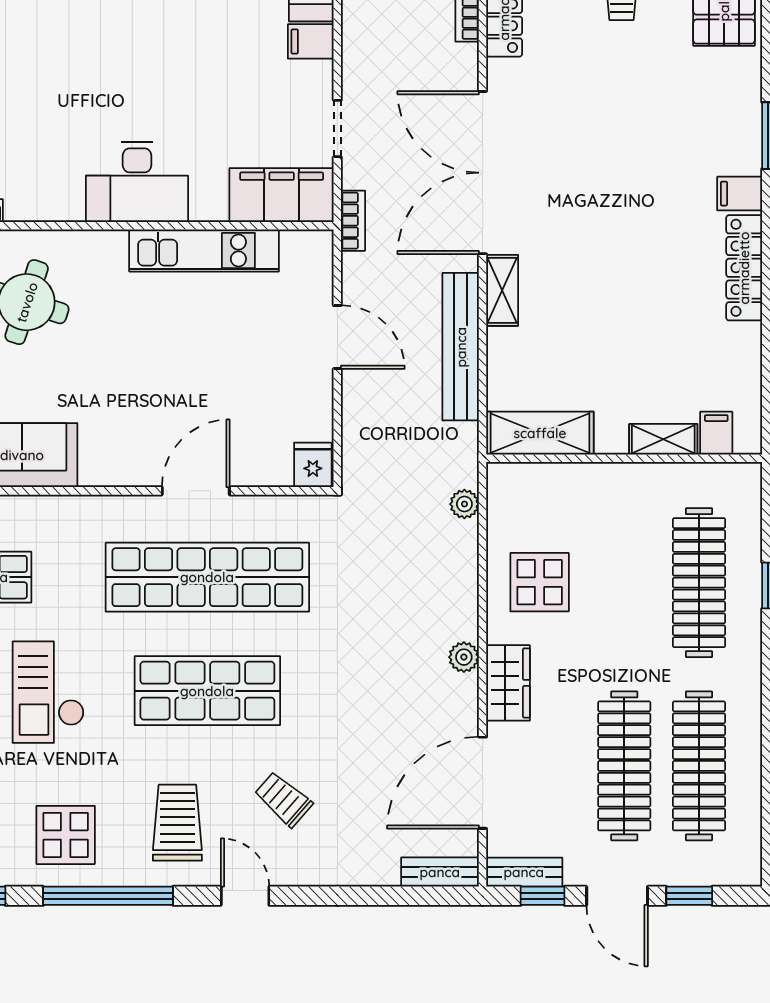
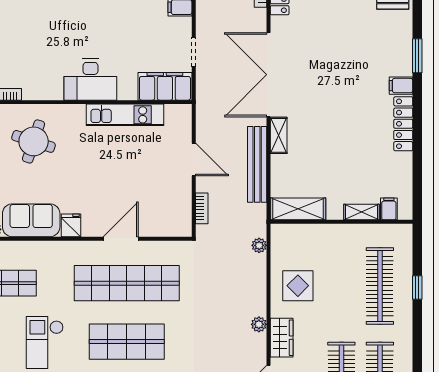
bookcase: (353, 221) -> (202, 208), moved
fridge: (313, 465) -> (71, 225), moved

